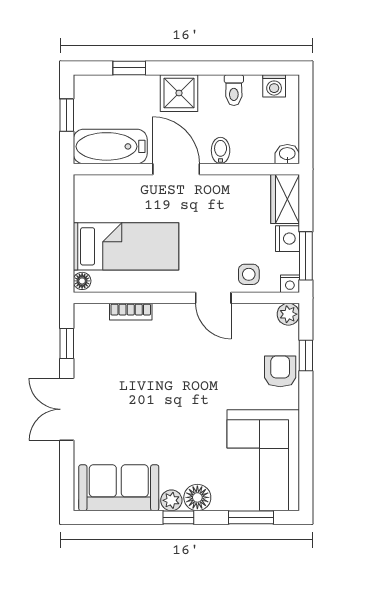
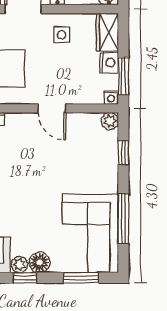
side table: (249, 274) -> (62, 35), moved
armchair: (280, 371) -> (103, 165), removed
window: (306, 441) -> (123, 219), added

